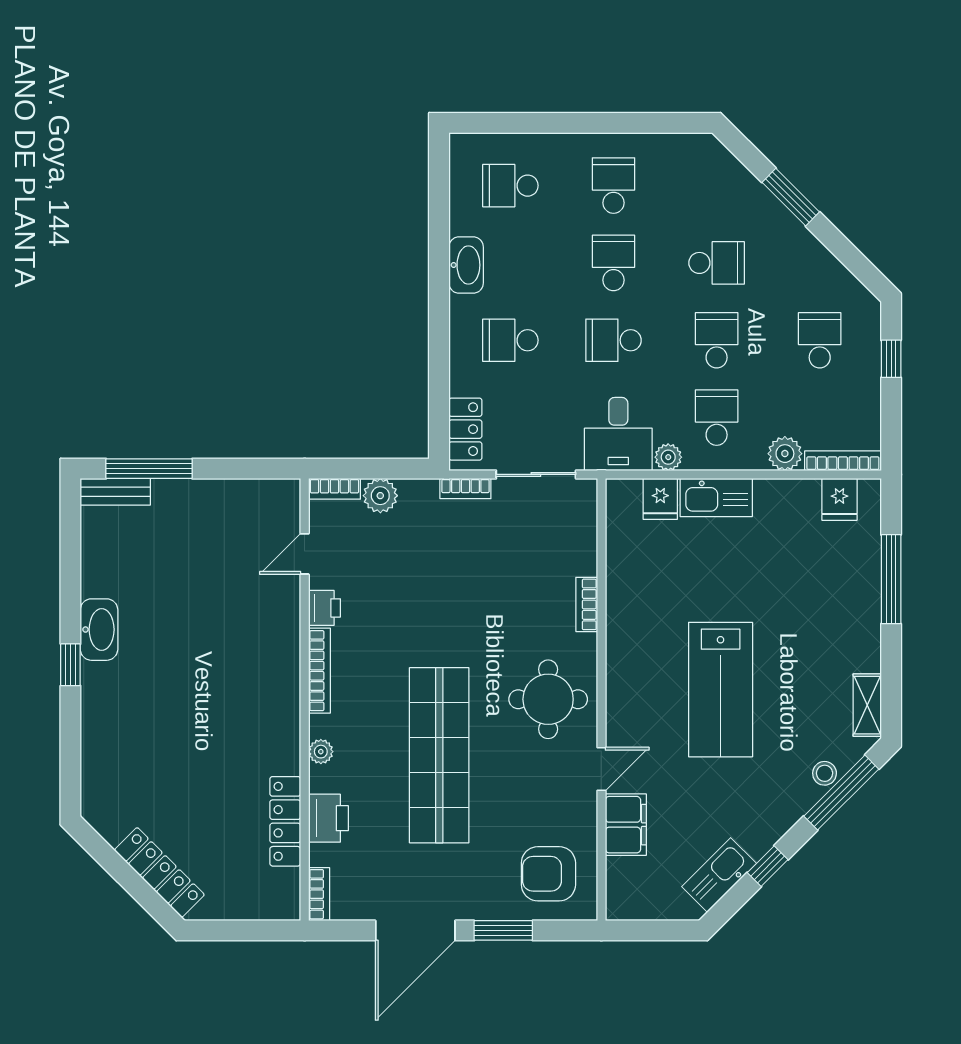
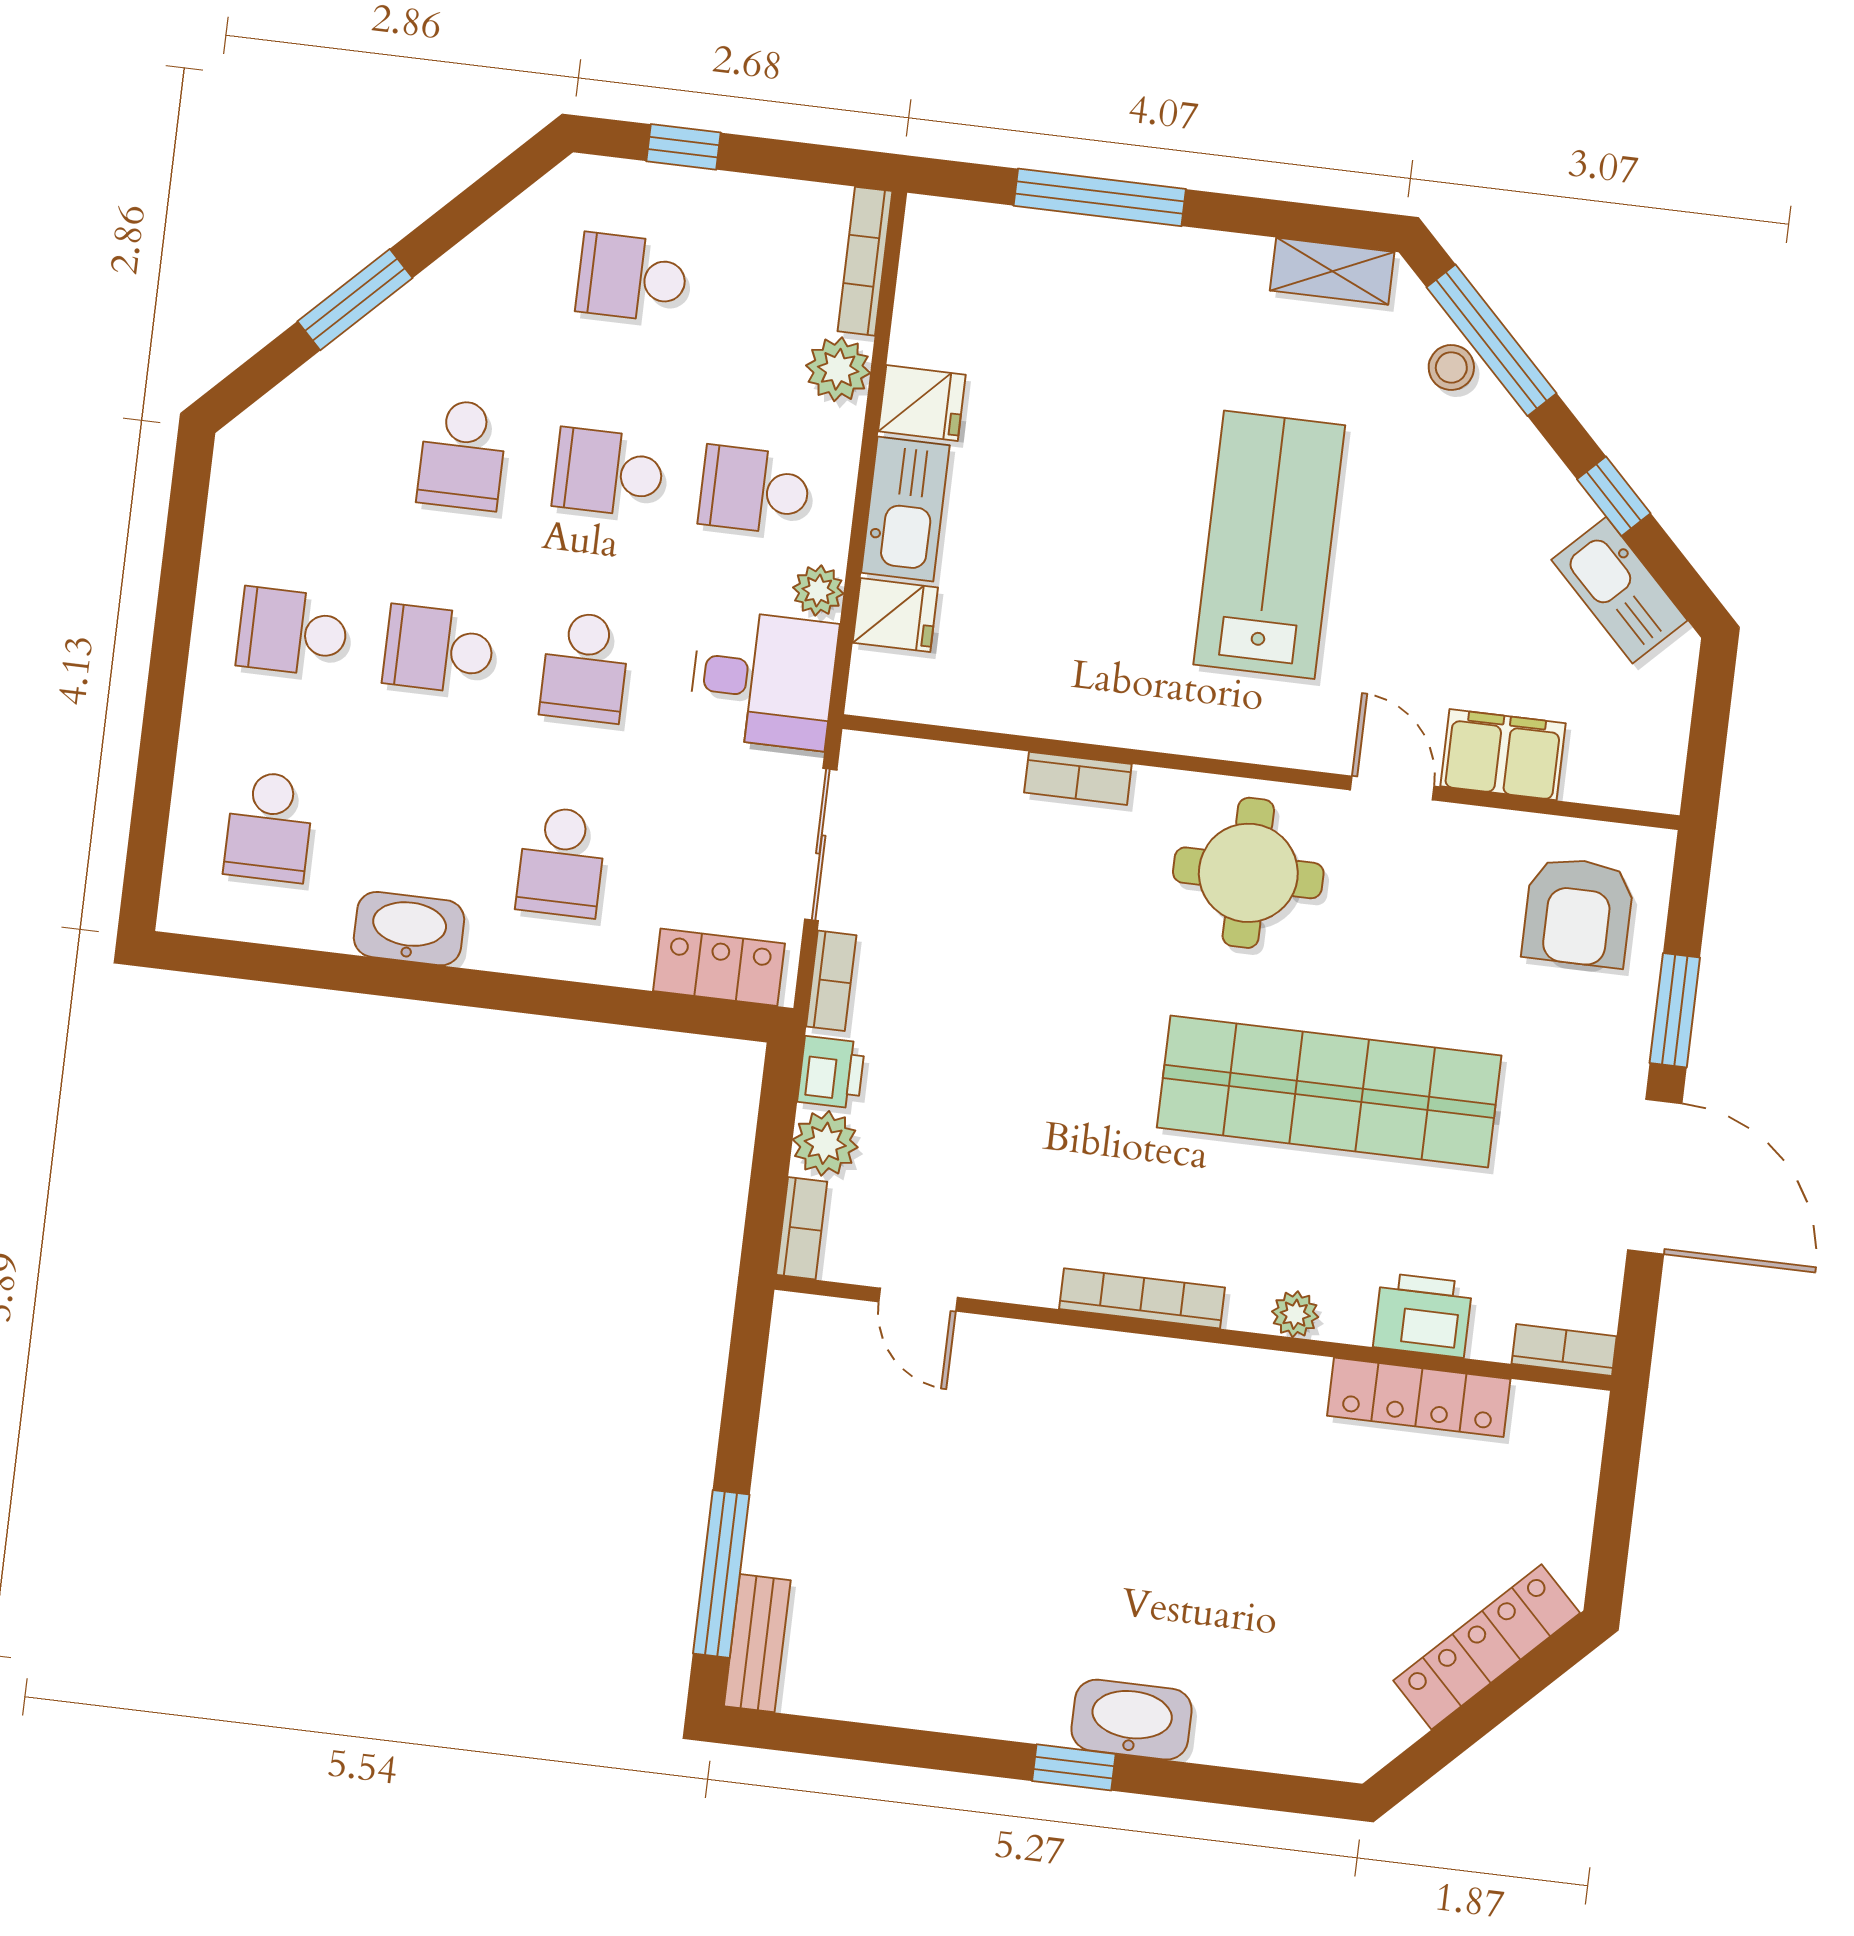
school desk: (717, 263) -> (462, 455), turned 180
fridge: (839, 499) -> (922, 403), moved
printer: (324, 608) -> (831, 1072), moved, turned 90
washbasin: (99, 630) -> (1132, 1720), moved
lab bench: (721, 690) -> (1269, 545), turned -90

